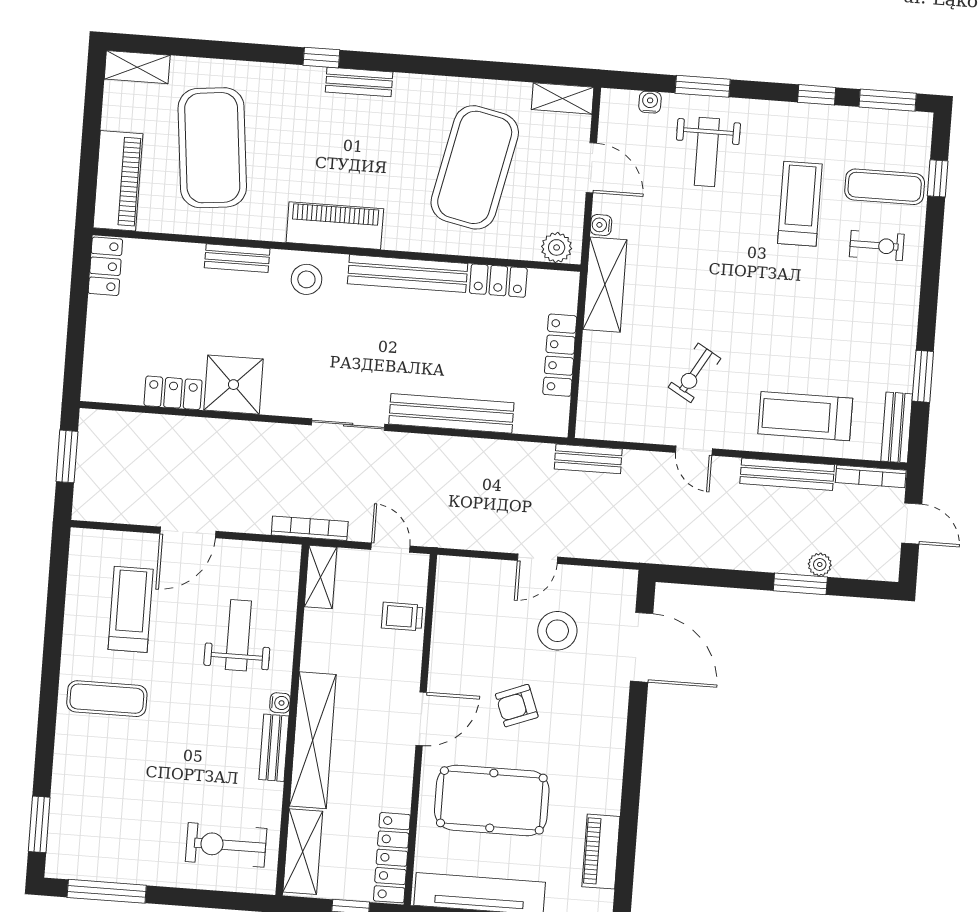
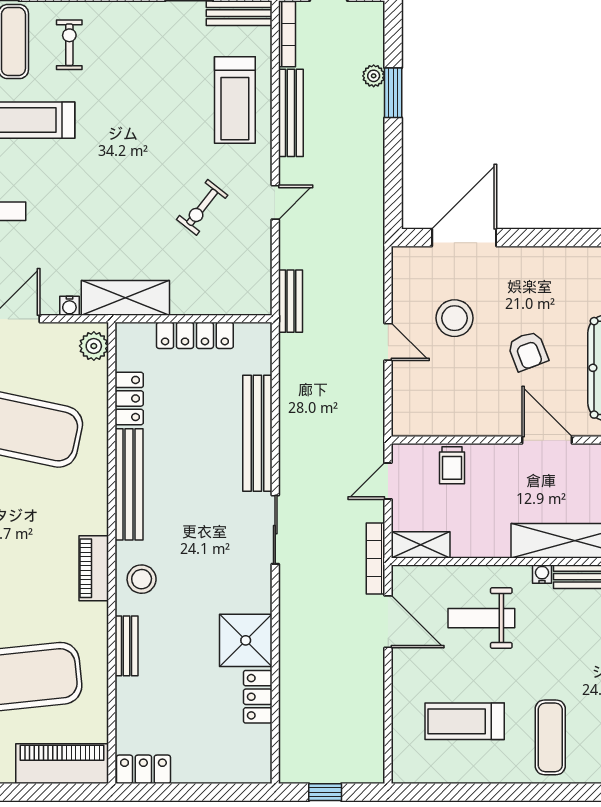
piano: (335, 226) -> (94, 568), width x0.73, depth x0.75
exercise bike: (694, 373) -> (202, 207), turned 98
window: (67, 456) -> (325, 792), width x0.67
door: (188, 532) -> (388, 622), moved

